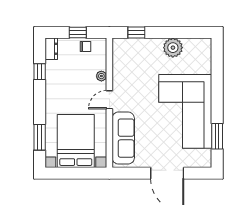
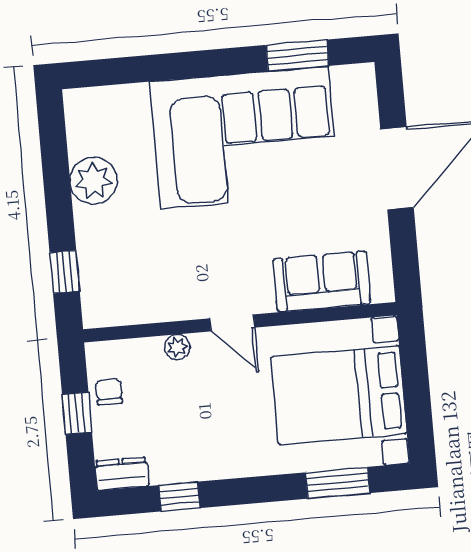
sofa: (123, 138) -> (322, 281), width x0.73

